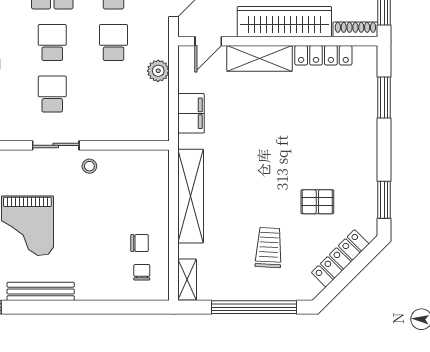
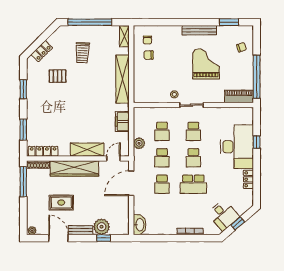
locker: (323, 55) -> (43, 151), moved
school desk: (114, 94) -> (162, 131), added
window: (384, 200) -> (23, 89), moved
locker: (340, 258) -> (42, 51), width x0.66

